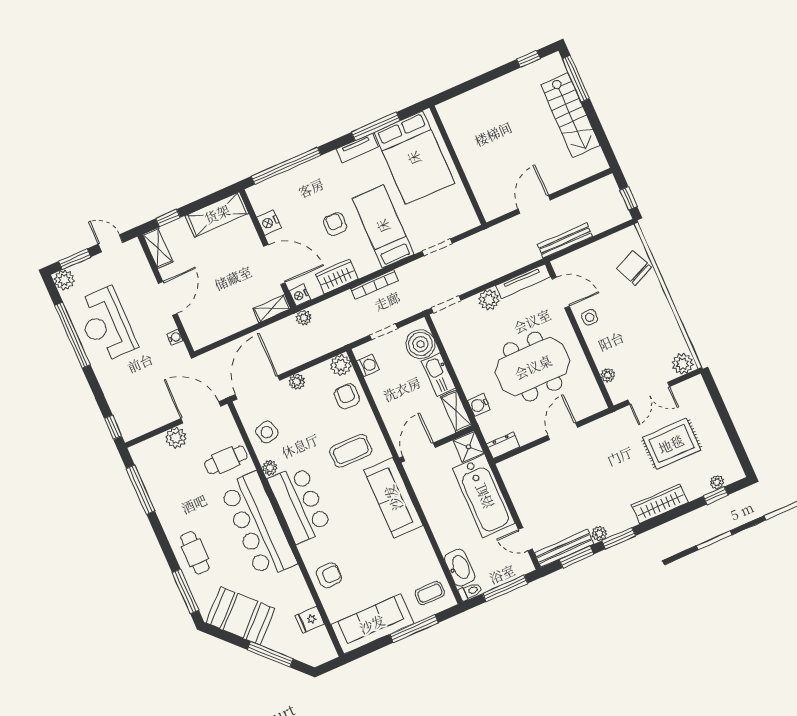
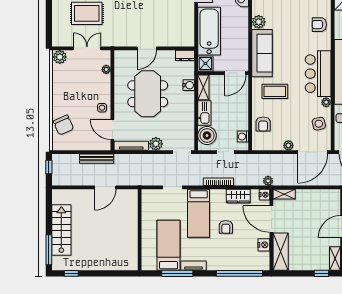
bed: (414, 158) -> (169, 245), width x0.67
shelving: (217, 214) -> (281, 252), moved, turned 90
plant: (341, 365) -> (259, 22), moved
meeting table: (533, 367) -> (148, 94), turned 90

